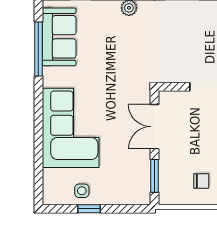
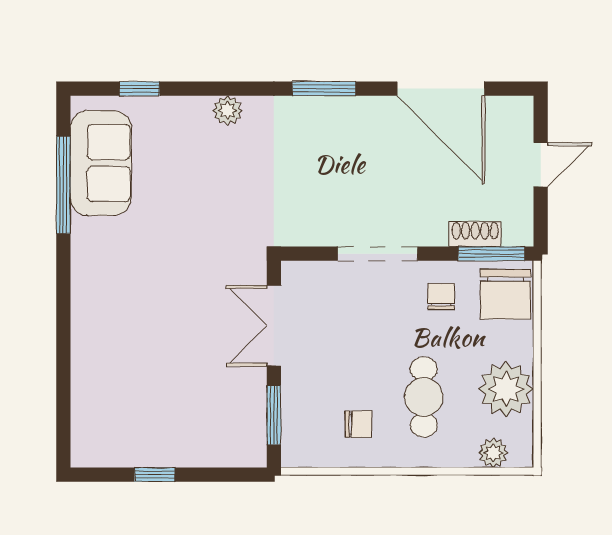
corner sofa: (71, 128) -> (122, 328), removed
side table: (82, 191) -> (142, 442), removed

